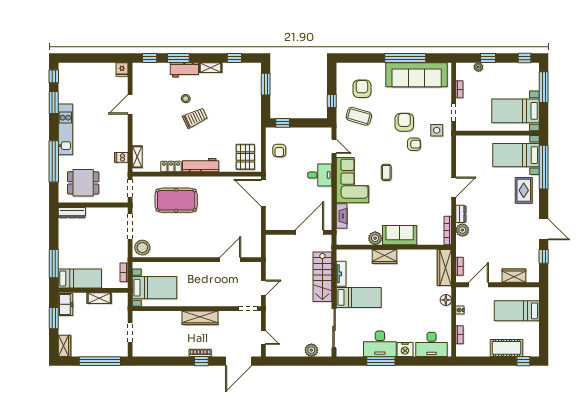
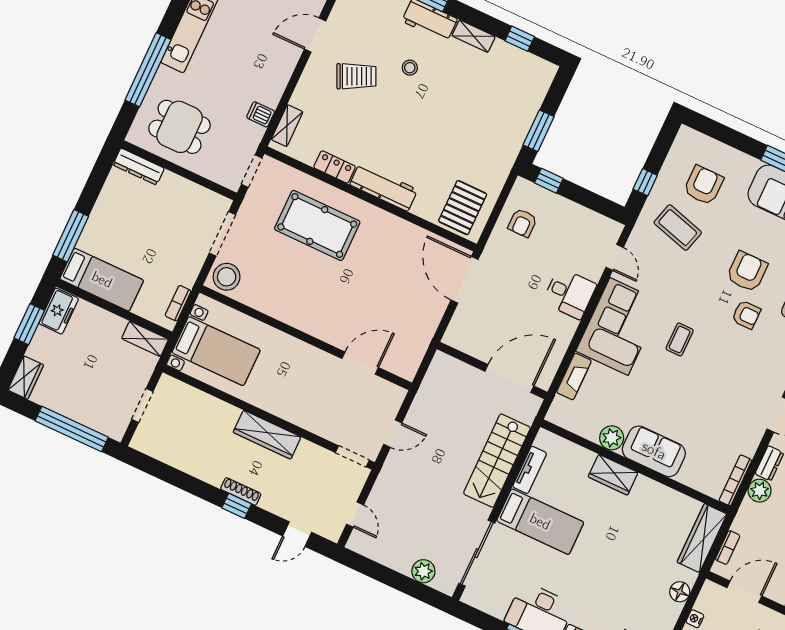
window: (266, 84) -> (539, 131), moved
trolley: (195, 118) -> (356, 76), moved
shelving: (99, 298) -> (145, 339), moved
door: (239, 361) -> (297, 534), width x0.53

